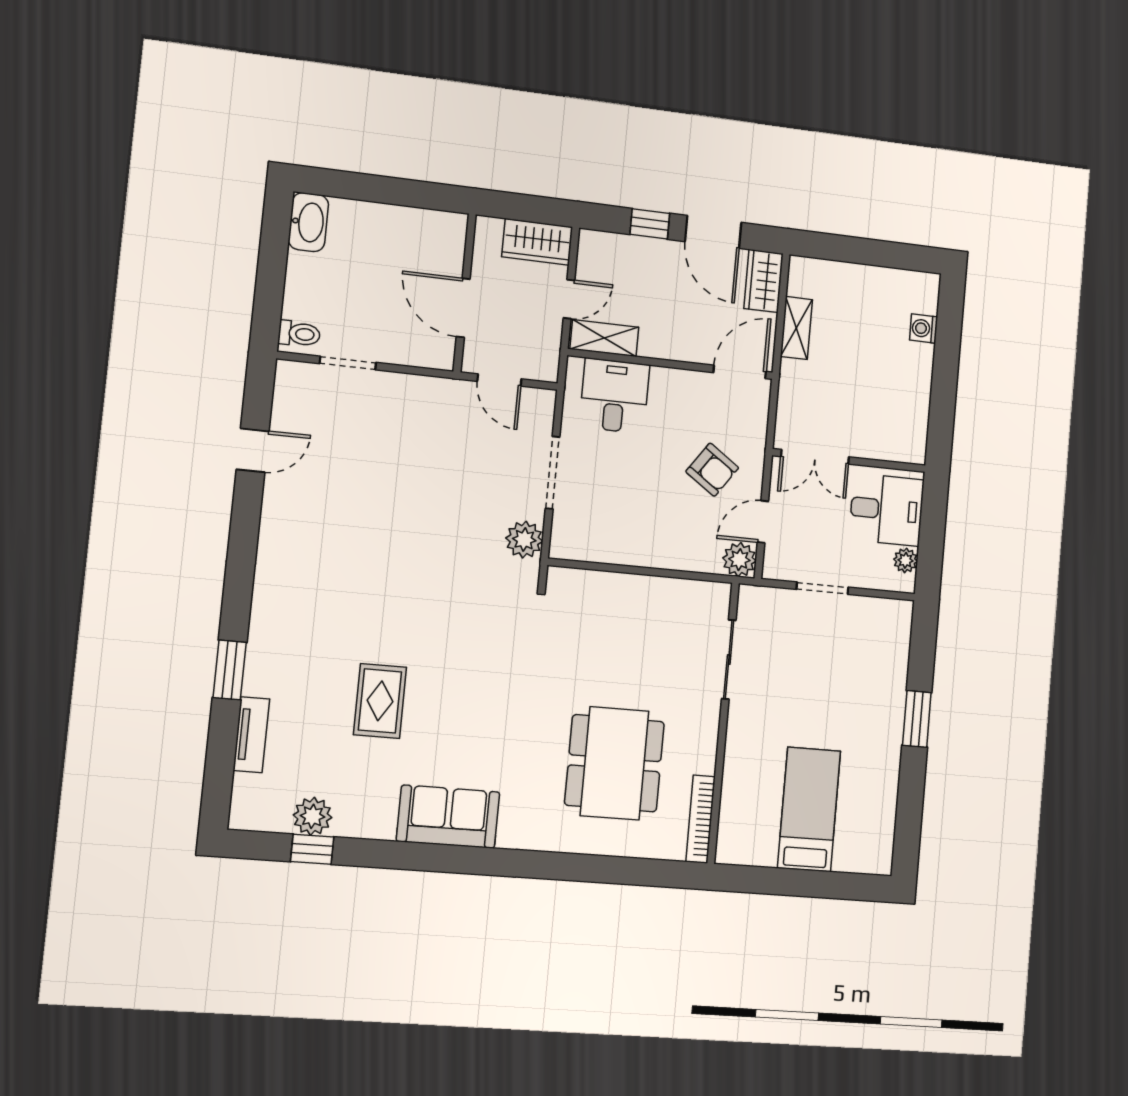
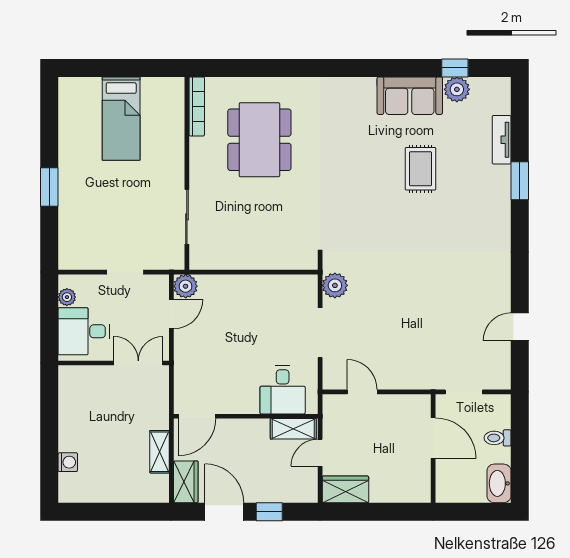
wall: (465, 293) -> (433, 448), moved
door: (463, 308) -> (433, 438), moved
toilet: (299, 334) -> (498, 438), moved
armchair: (712, 470) -> (210, 346), removed
sofa: (448, 817) -> (410, 96), moved

